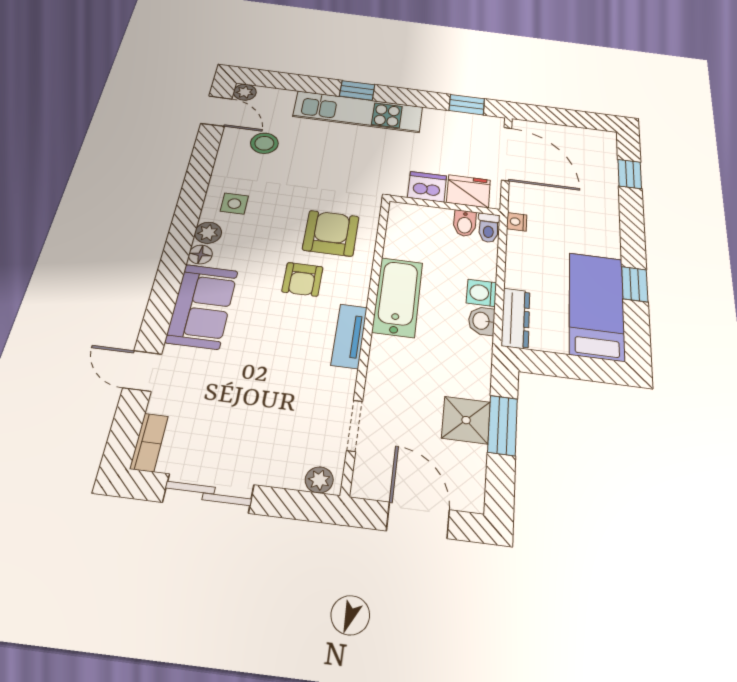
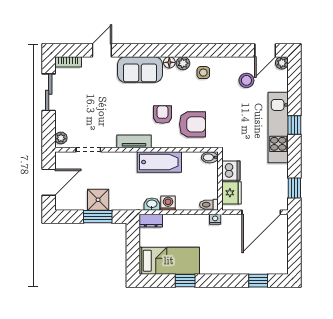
bidet: (465, 223) -> (210, 157), moved
armchair: (302, 279) -> (162, 115), turned 90
dresser: (516, 318) -> (151, 221), width x0.70

